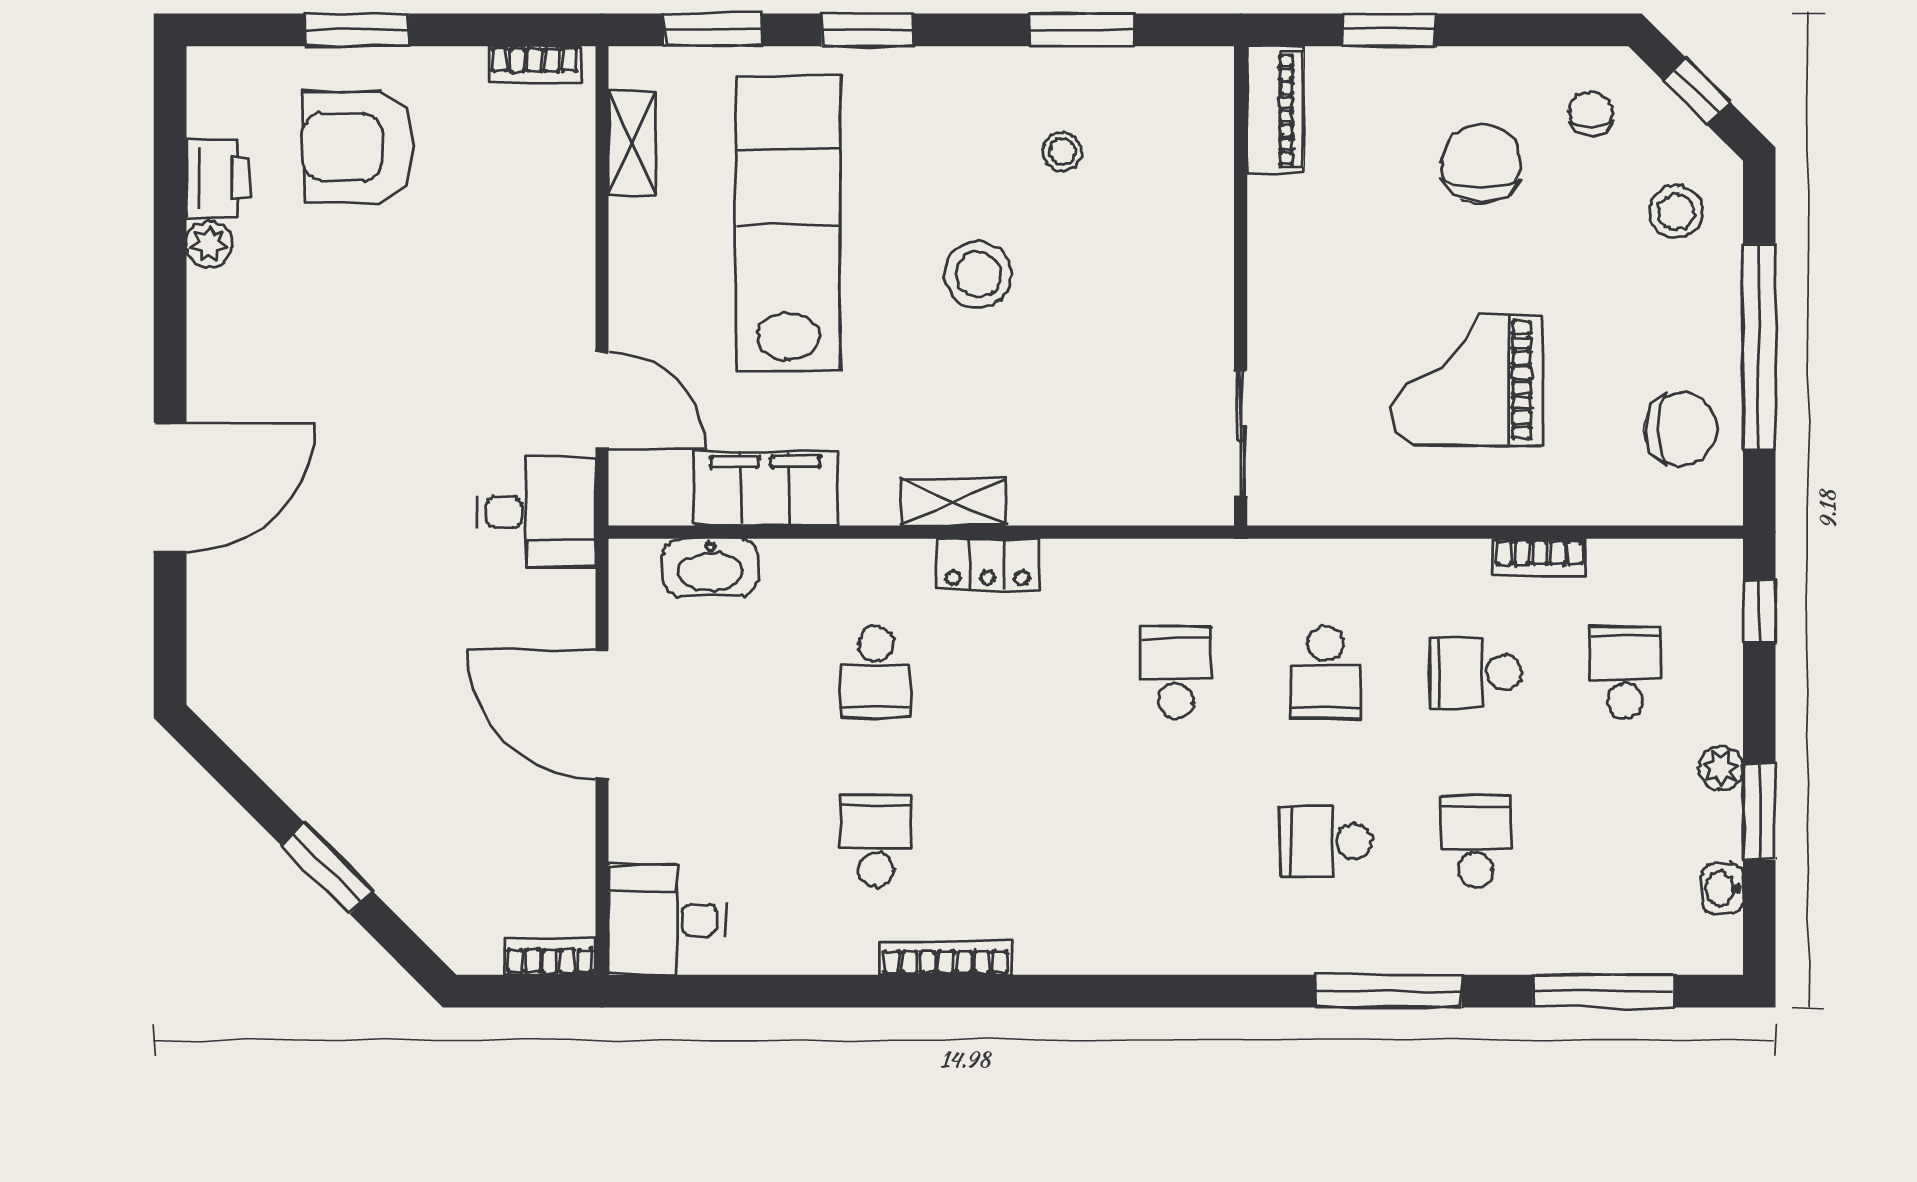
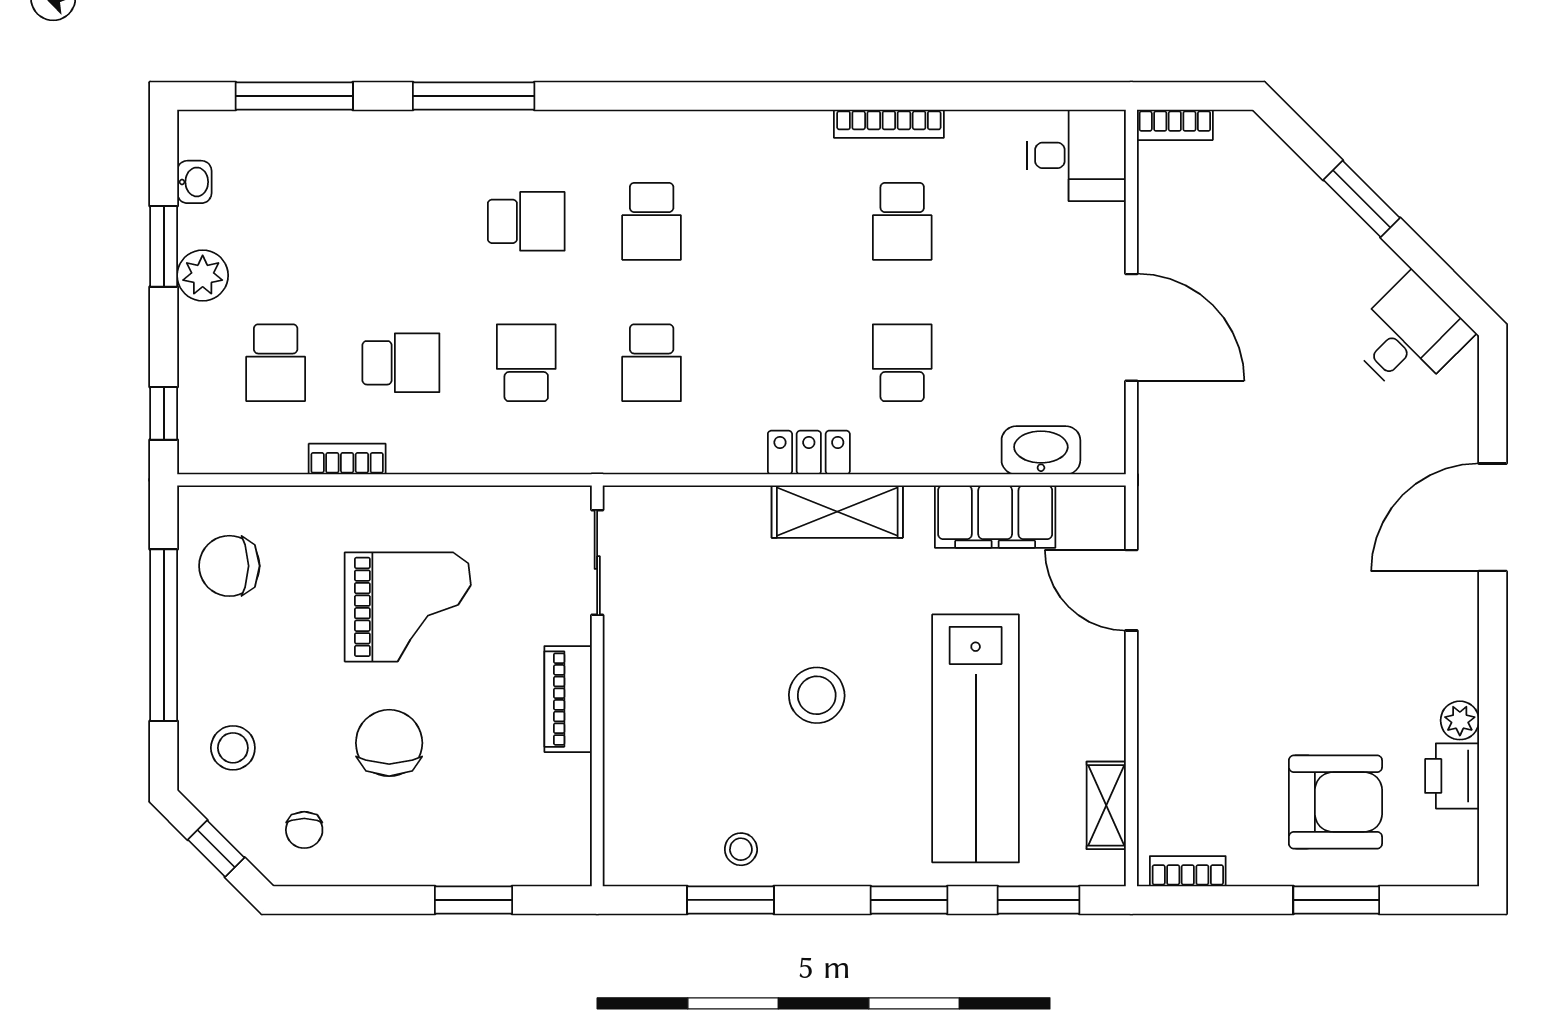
piano: (1276, 109) -> (568, 699), moved
stool: (1062, 151) -> (741, 849), moved
chair: (1481, 163) -> (389, 743), moved, turned 180
shelving: (954, 502) -> (837, 512), width x1.50, depth x1.33
desk: (536, 512) -> (1409, 336), moved, turned 135
plant: (1721, 768) -> (203, 275), width x1.38, depth x1.38
school desk: (1475, 841) -> (652, 221), moved
bookcase: (946, 958) -> (889, 124), moved

